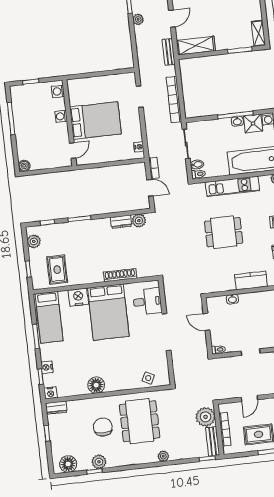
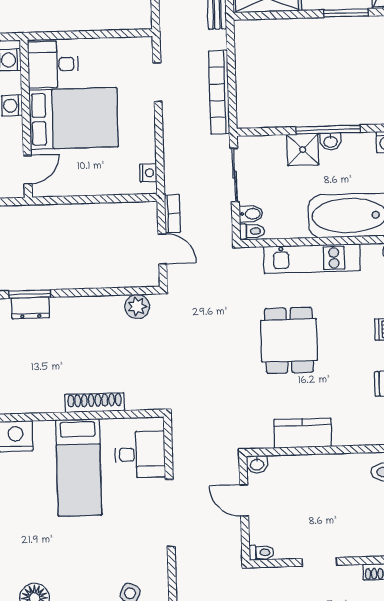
desk: (82, 92) -> (53, 64), added
shower: (253, 123) -> (303, 150), moved
dresser: (121, 222) -> (30, 308), moved
dining table: (224, 232) -> (289, 340), turned 90
kitchen counter: (251, 281) -> (303, 433), moved
washbasin: (232, 299) -> (257, 464), moved
bed: (108, 312) -> (79, 467), width x0.67

